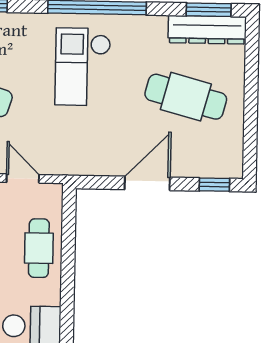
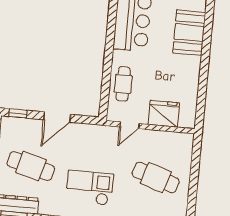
checkout: (83, 67) -> (90, 188), turned -90
door: (23, 178) -> (129, 125), hinge flipped

